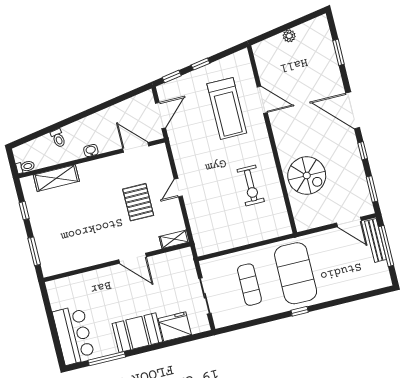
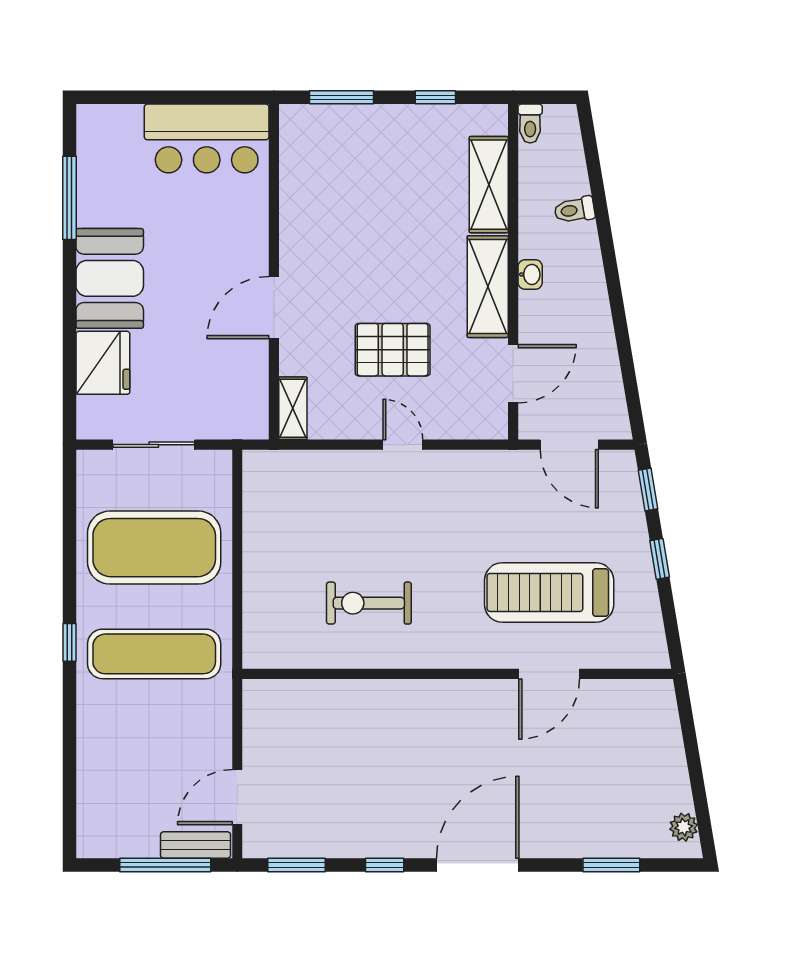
plant: (289, 36) -> (684, 827), moved
shelving: (101, 168) -> (488, 287), added
spiral stairs: (307, 176) -> (361, 730), removed
bench: (375, 240) -> (196, 845), width x0.73
exercise mat: (296, 273) -> (154, 654), width x0.68
exercise mat: (249, 285) -> (154, 548), width x2.00, depth x1.45
bar counter: (74, 335) -> (207, 138), moved

